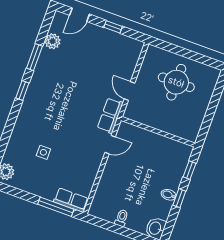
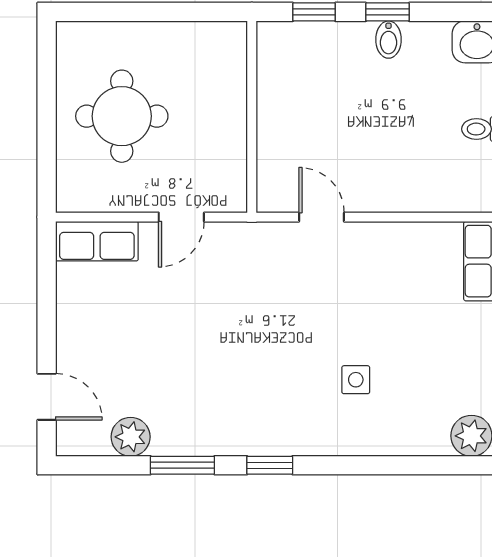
window: (113, 27) -> (47, 309), removed
row of seats: (110, 115) -> (97, 241), moved
side table: (43, 152) -> (356, 380), moved

